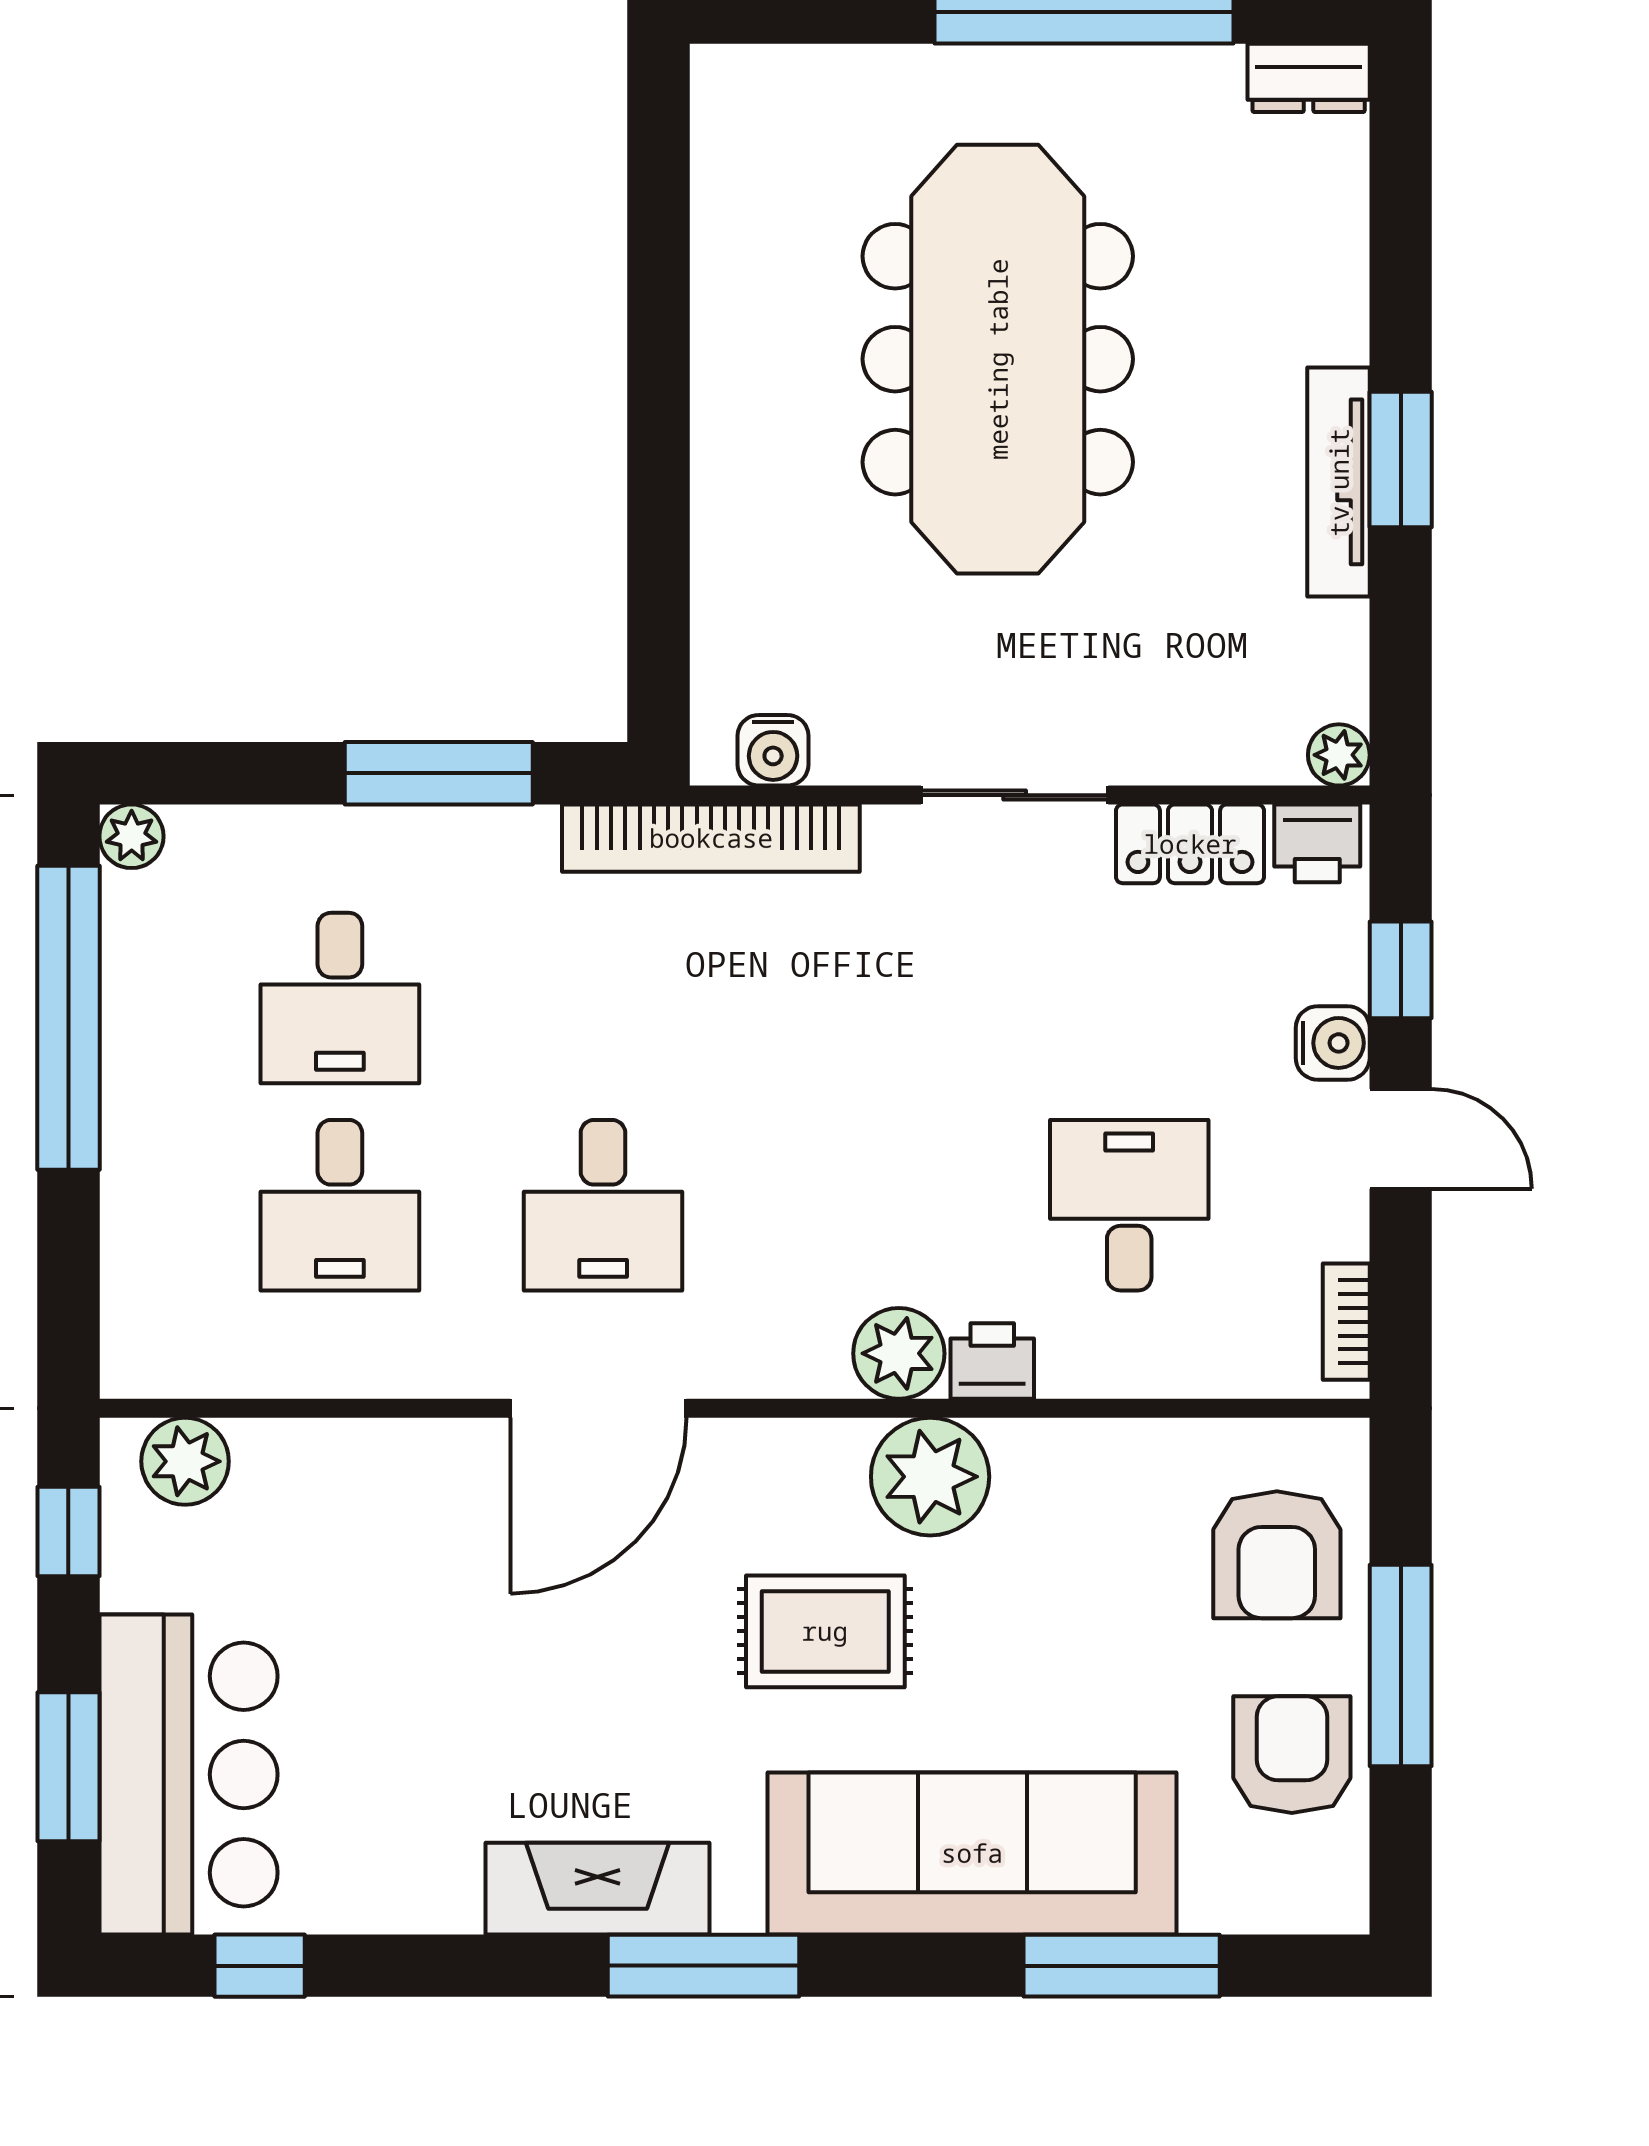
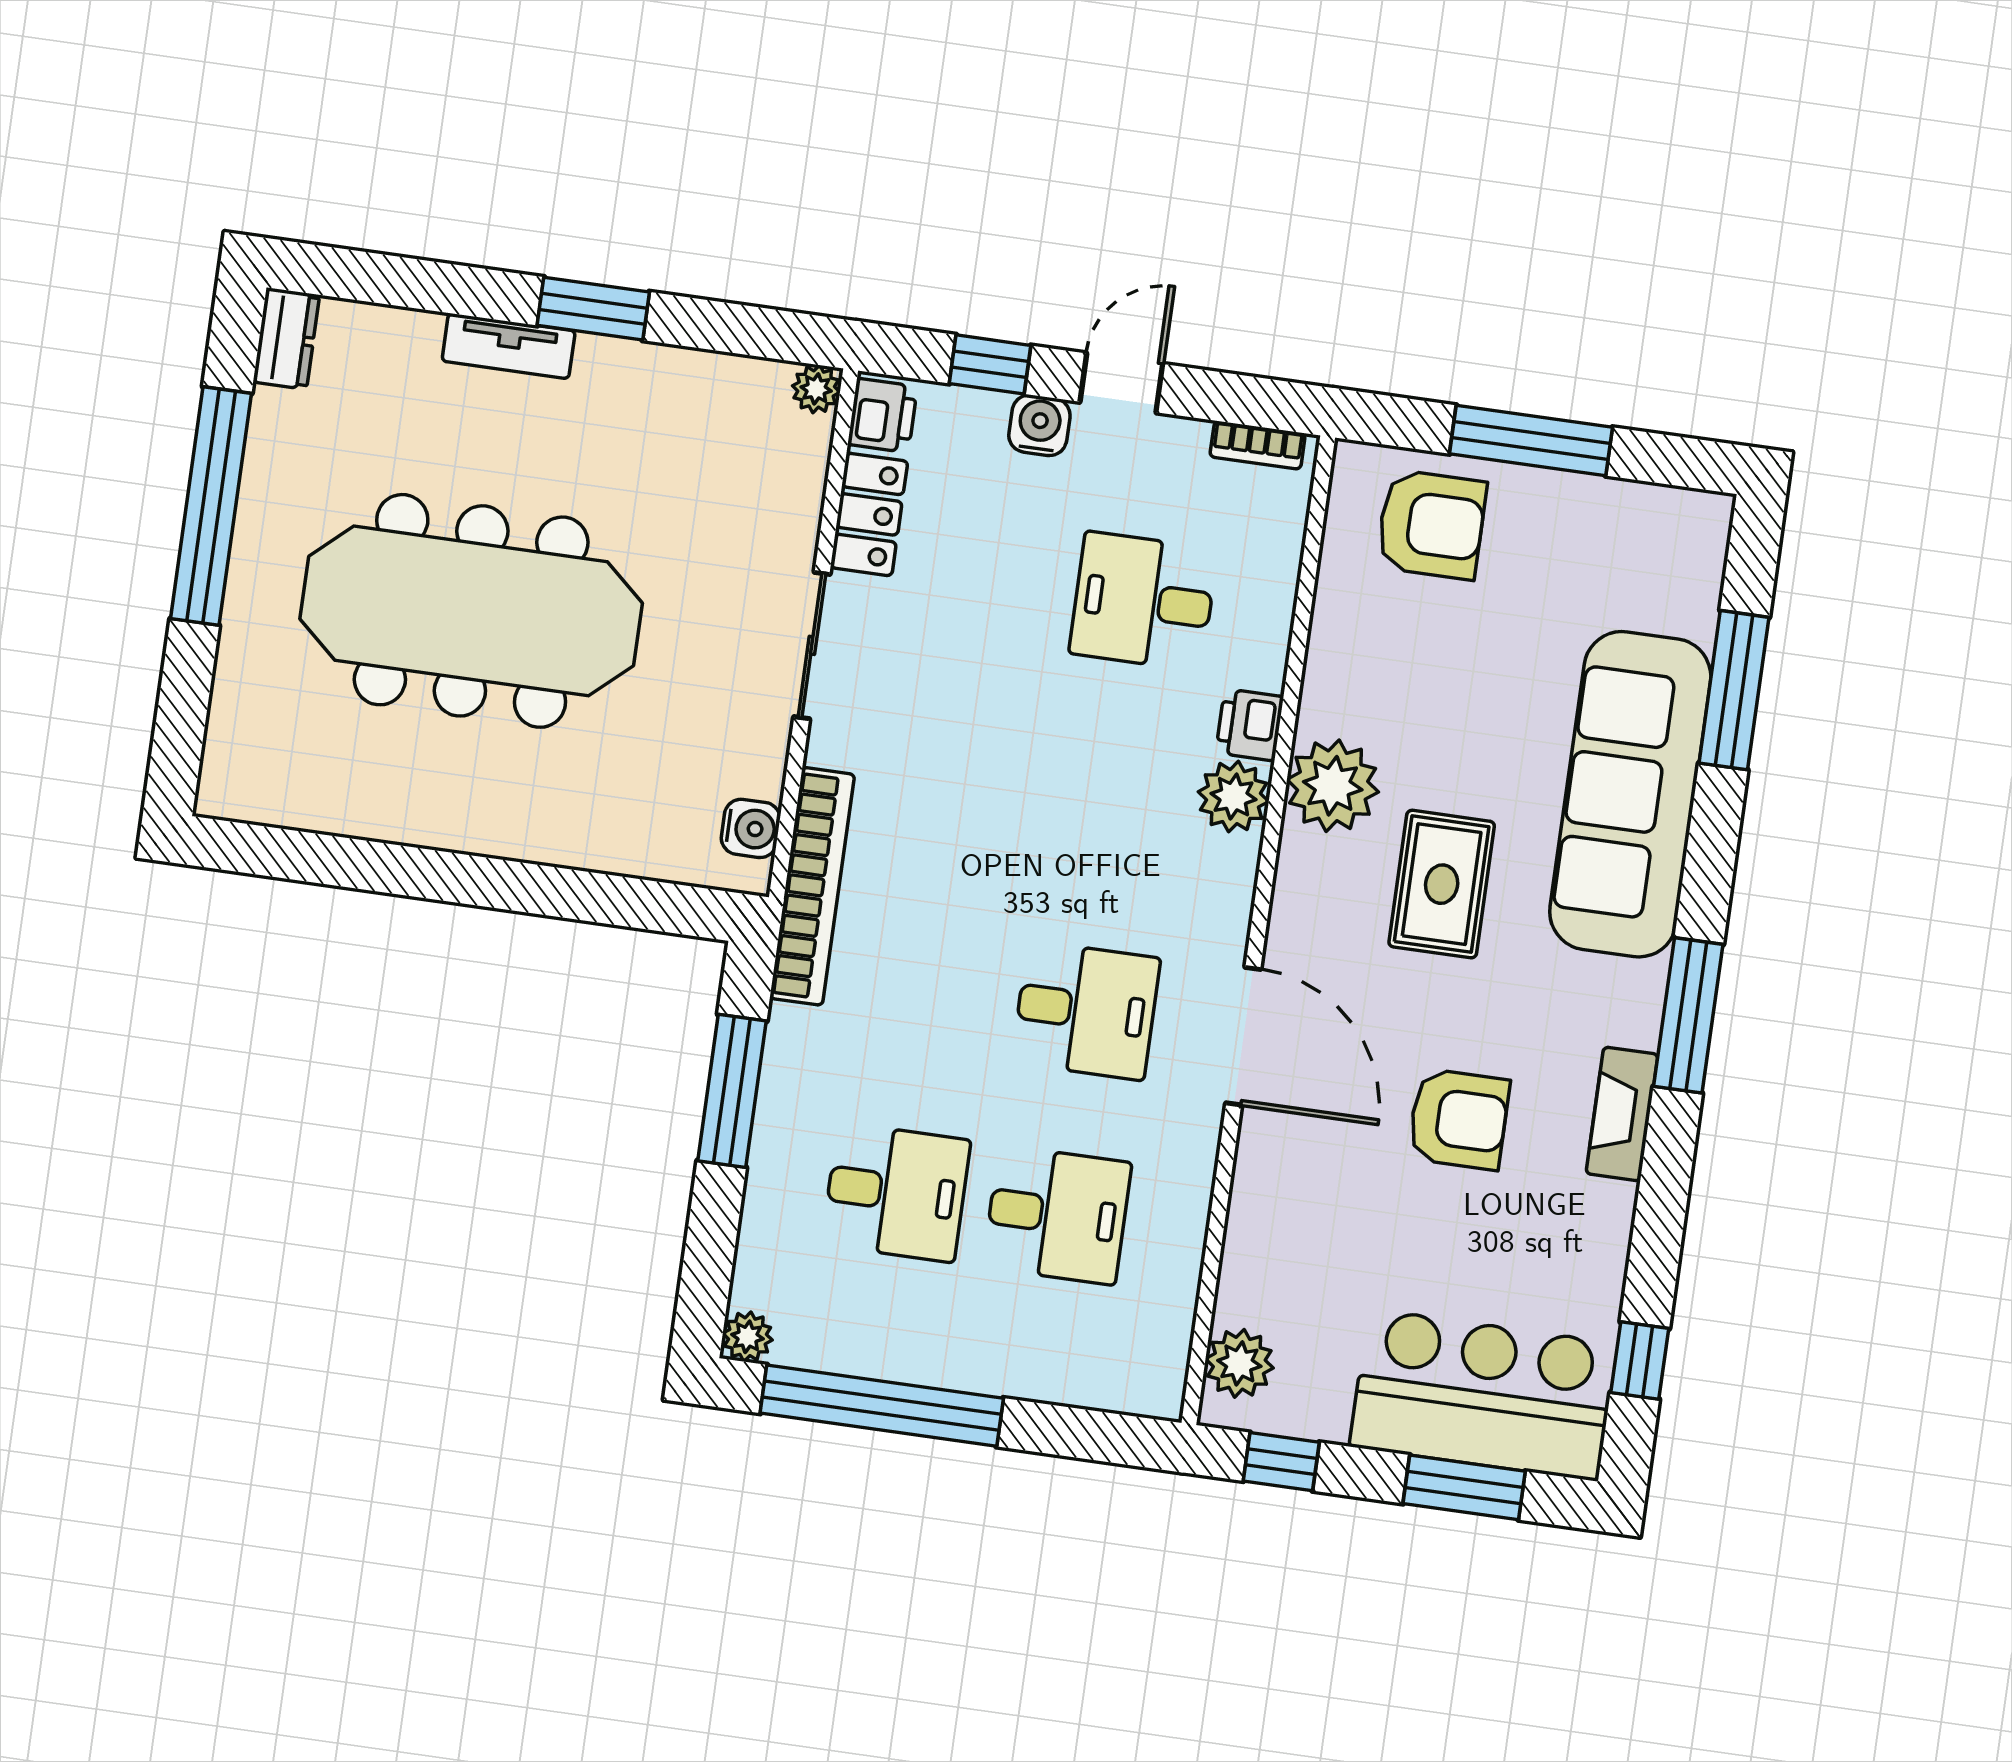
tv unit: (1339, 482) -> (509, 346), moved, width x0.71
armchair: (1292, 1755) -> (1459, 1119), moved, turned 180
fireplace: (598, 1889) -> (1622, 1114), width x0.73, depth x0.76

